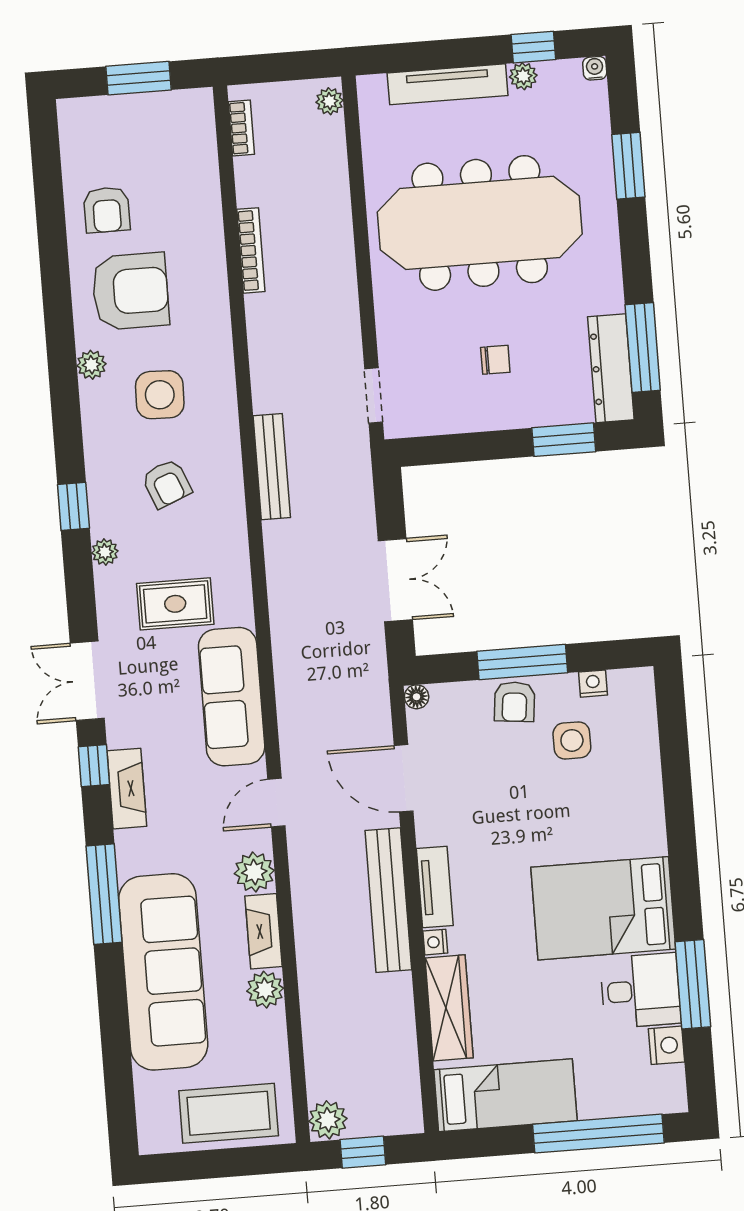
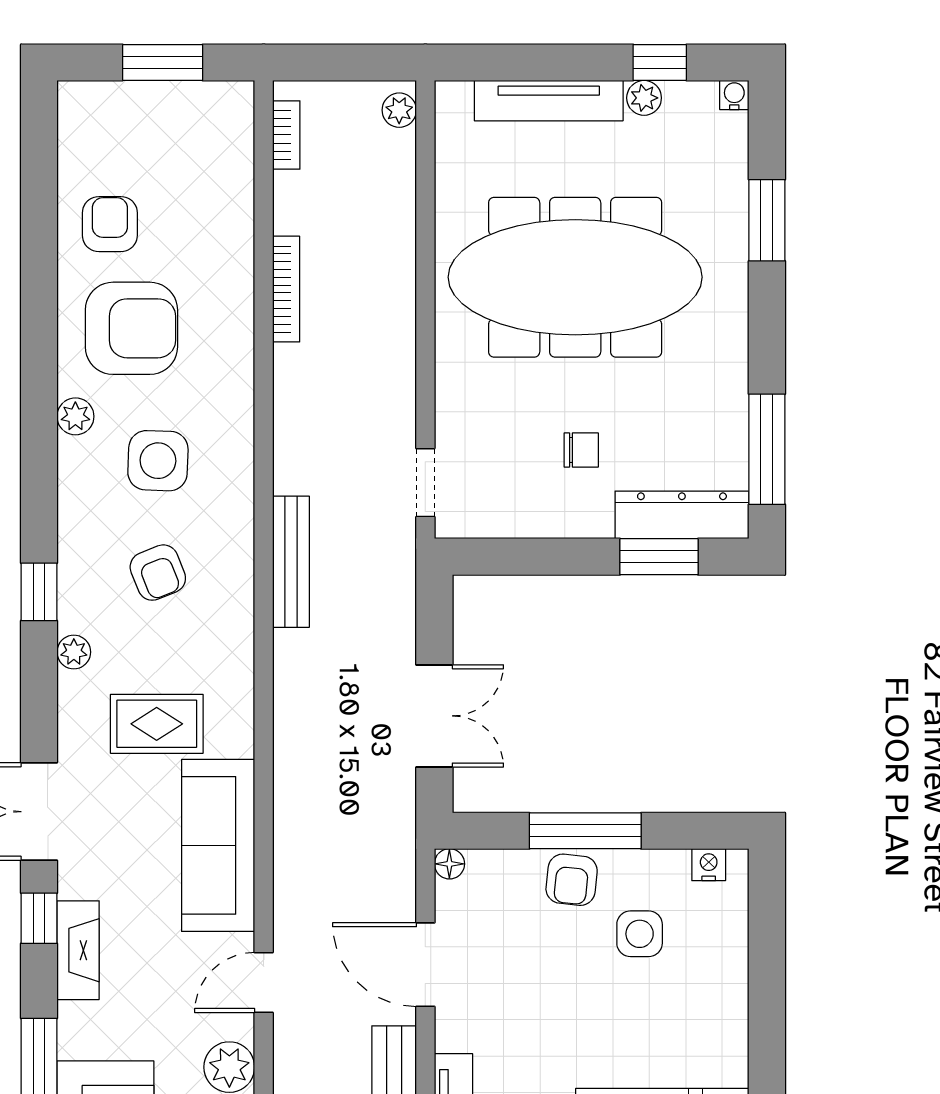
armchair: (107, 210) -> (110, 224), turned 180
dresser: (611, 368) -> (682, 515), moved, turned 90
nightstand: (593, 684) -> (709, 865), moved

